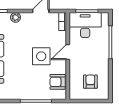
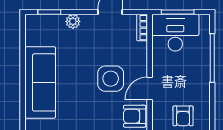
door: (68, 52) -> (150, 88), moved
armchair: (90, 82) -> (183, 116), turned 180

